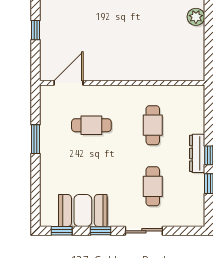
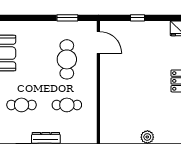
cafe table: (91, 125) -> (67, 59), width x1.37, depth x1.35
window: (35, 139) -> (67, 18), moved

